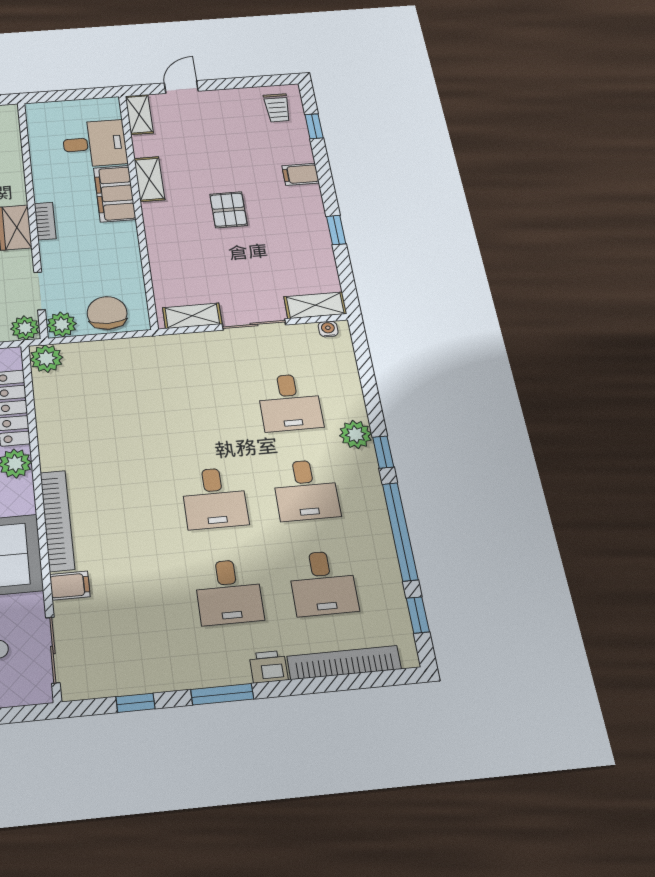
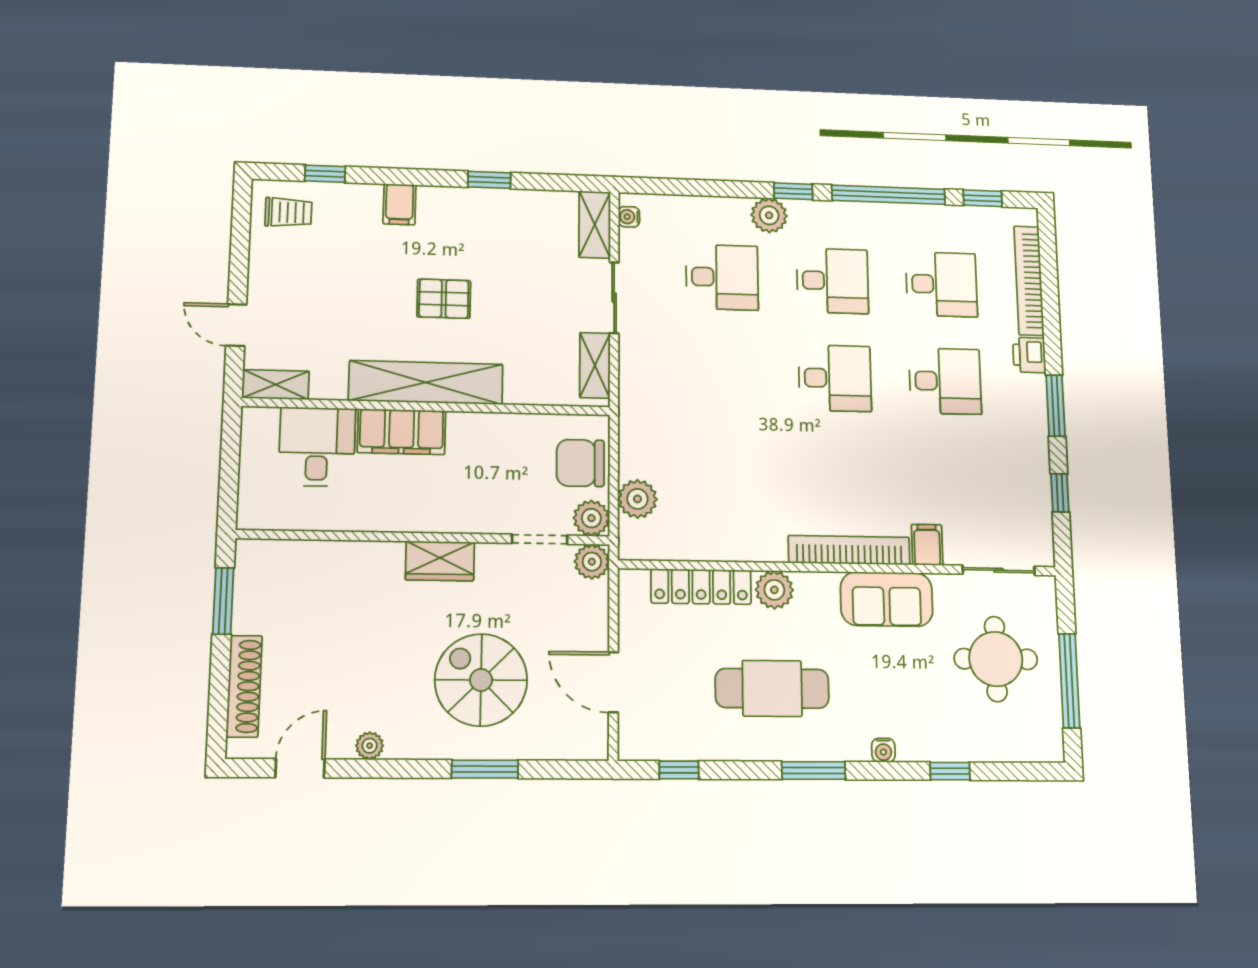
shelving: (149, 179) -> (426, 382), width x2.20, depth x1.33
bookcase: (45, 221) -> (434, 522), removed
plant: (46, 359) -> (637, 499), moved

